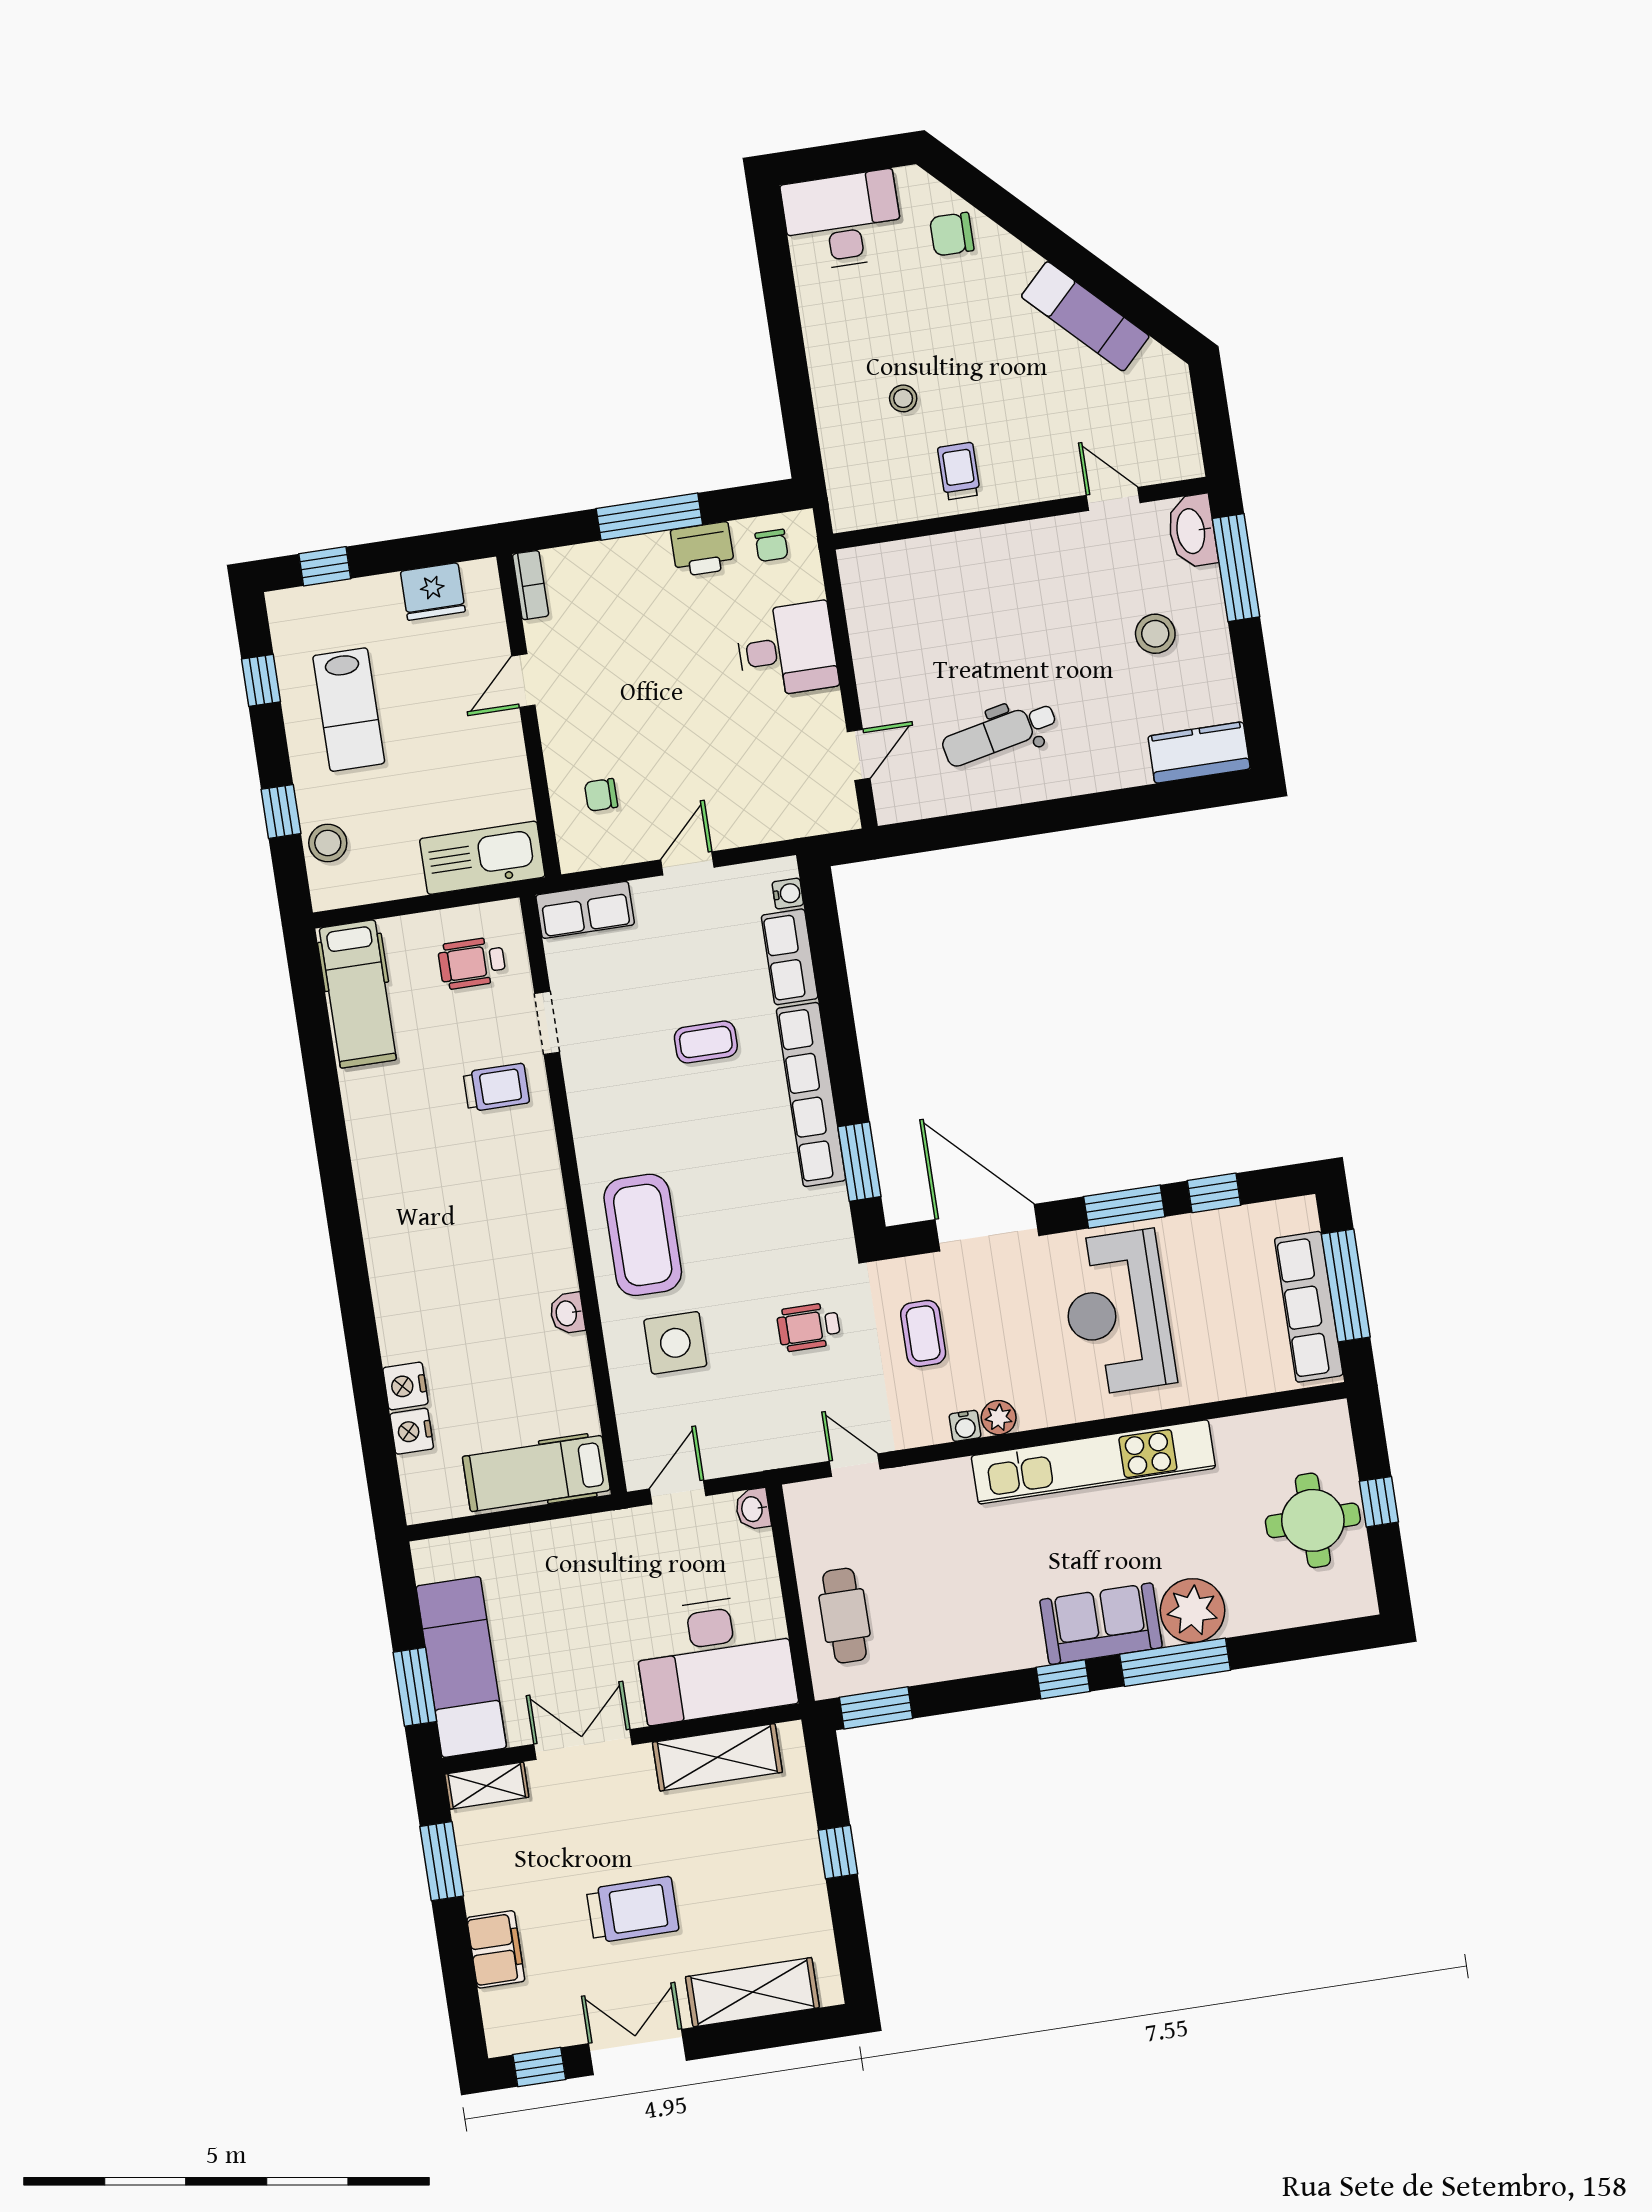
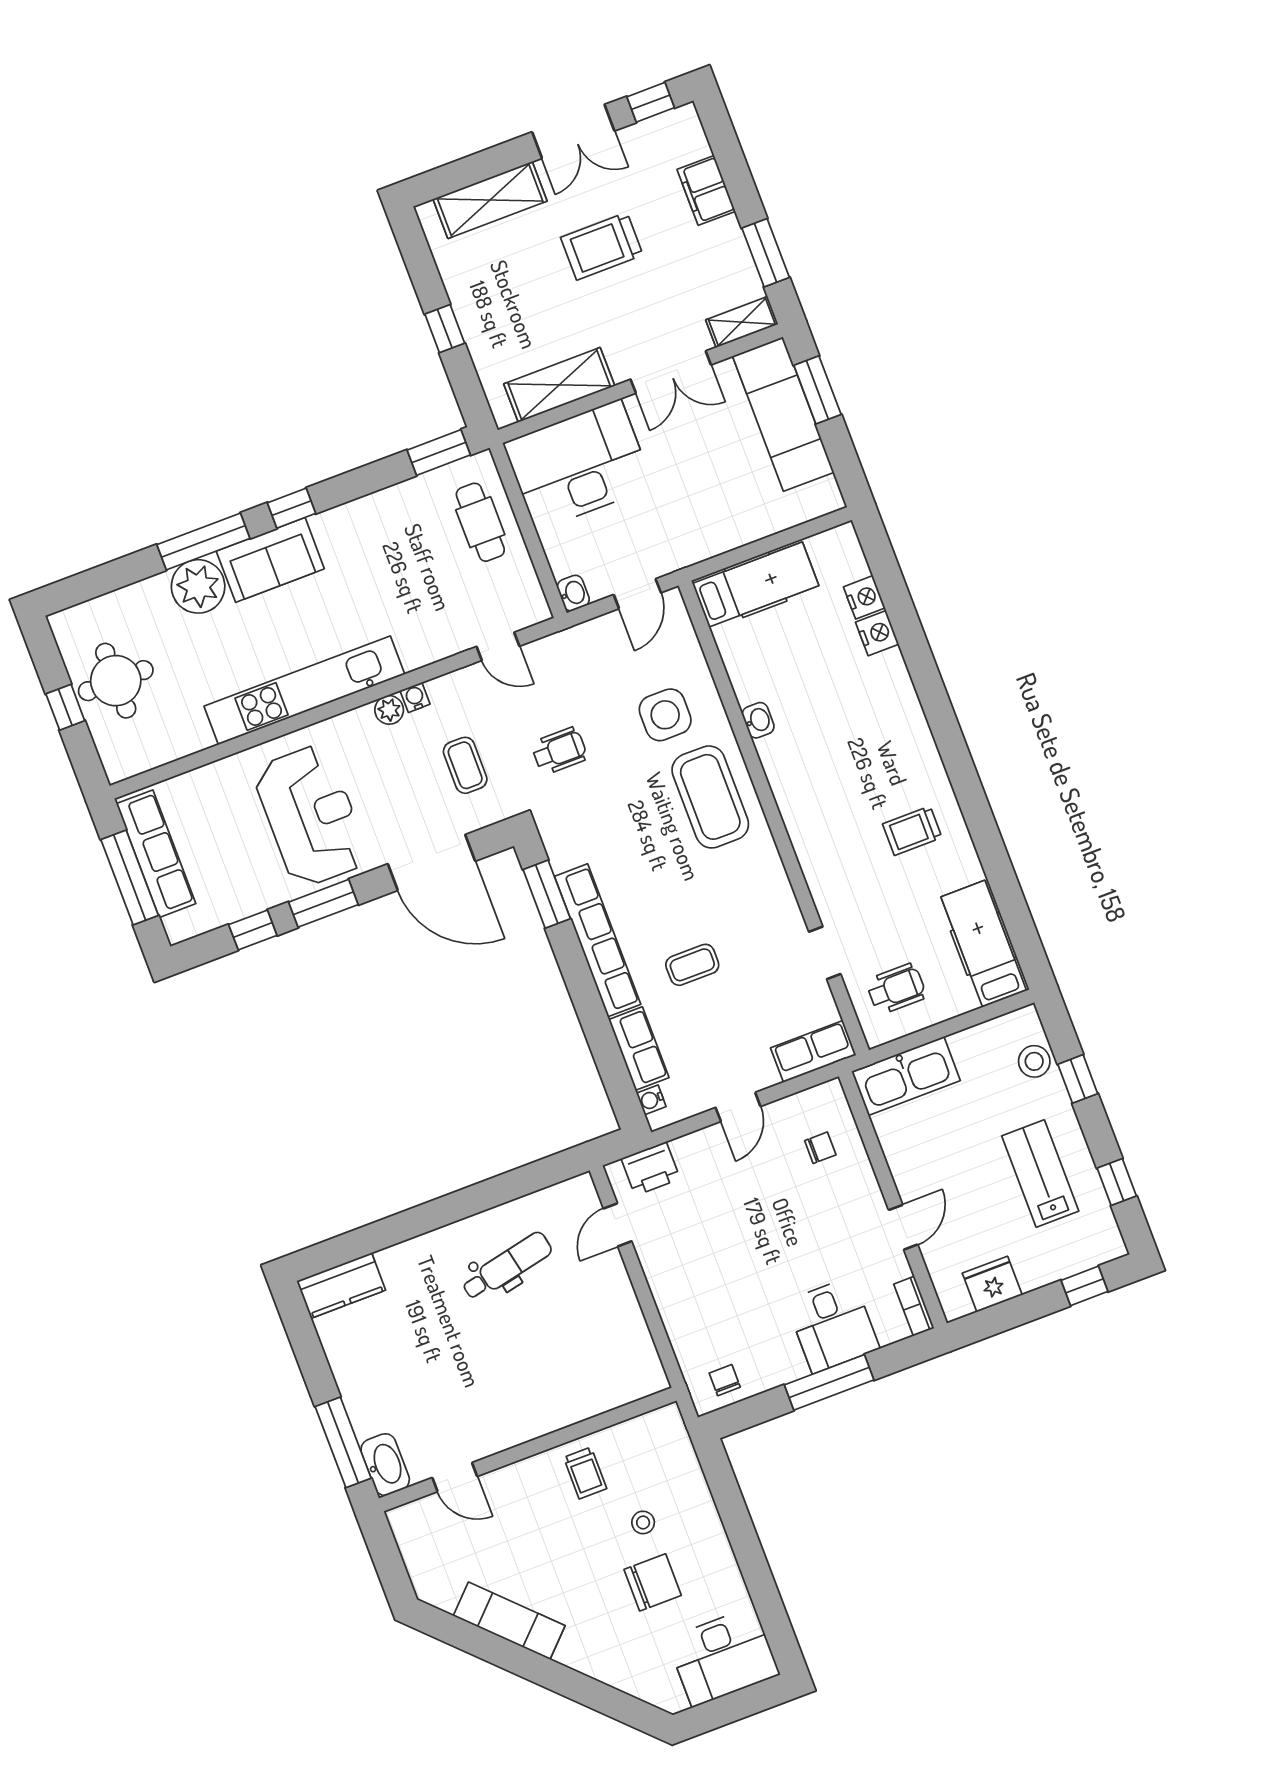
chair: (952, 234) -> (653, 1582), moved, width x1.37, depth x1.37
printer: (703, 549) -> (651, 1169), moved, turned 180
stool: (1155, 634) -> (397, 1375), removed
desk: (787, 650) -> (833, 1325), moved, turned -90
trolley: (496, 1087) -> (912, 831), moved

